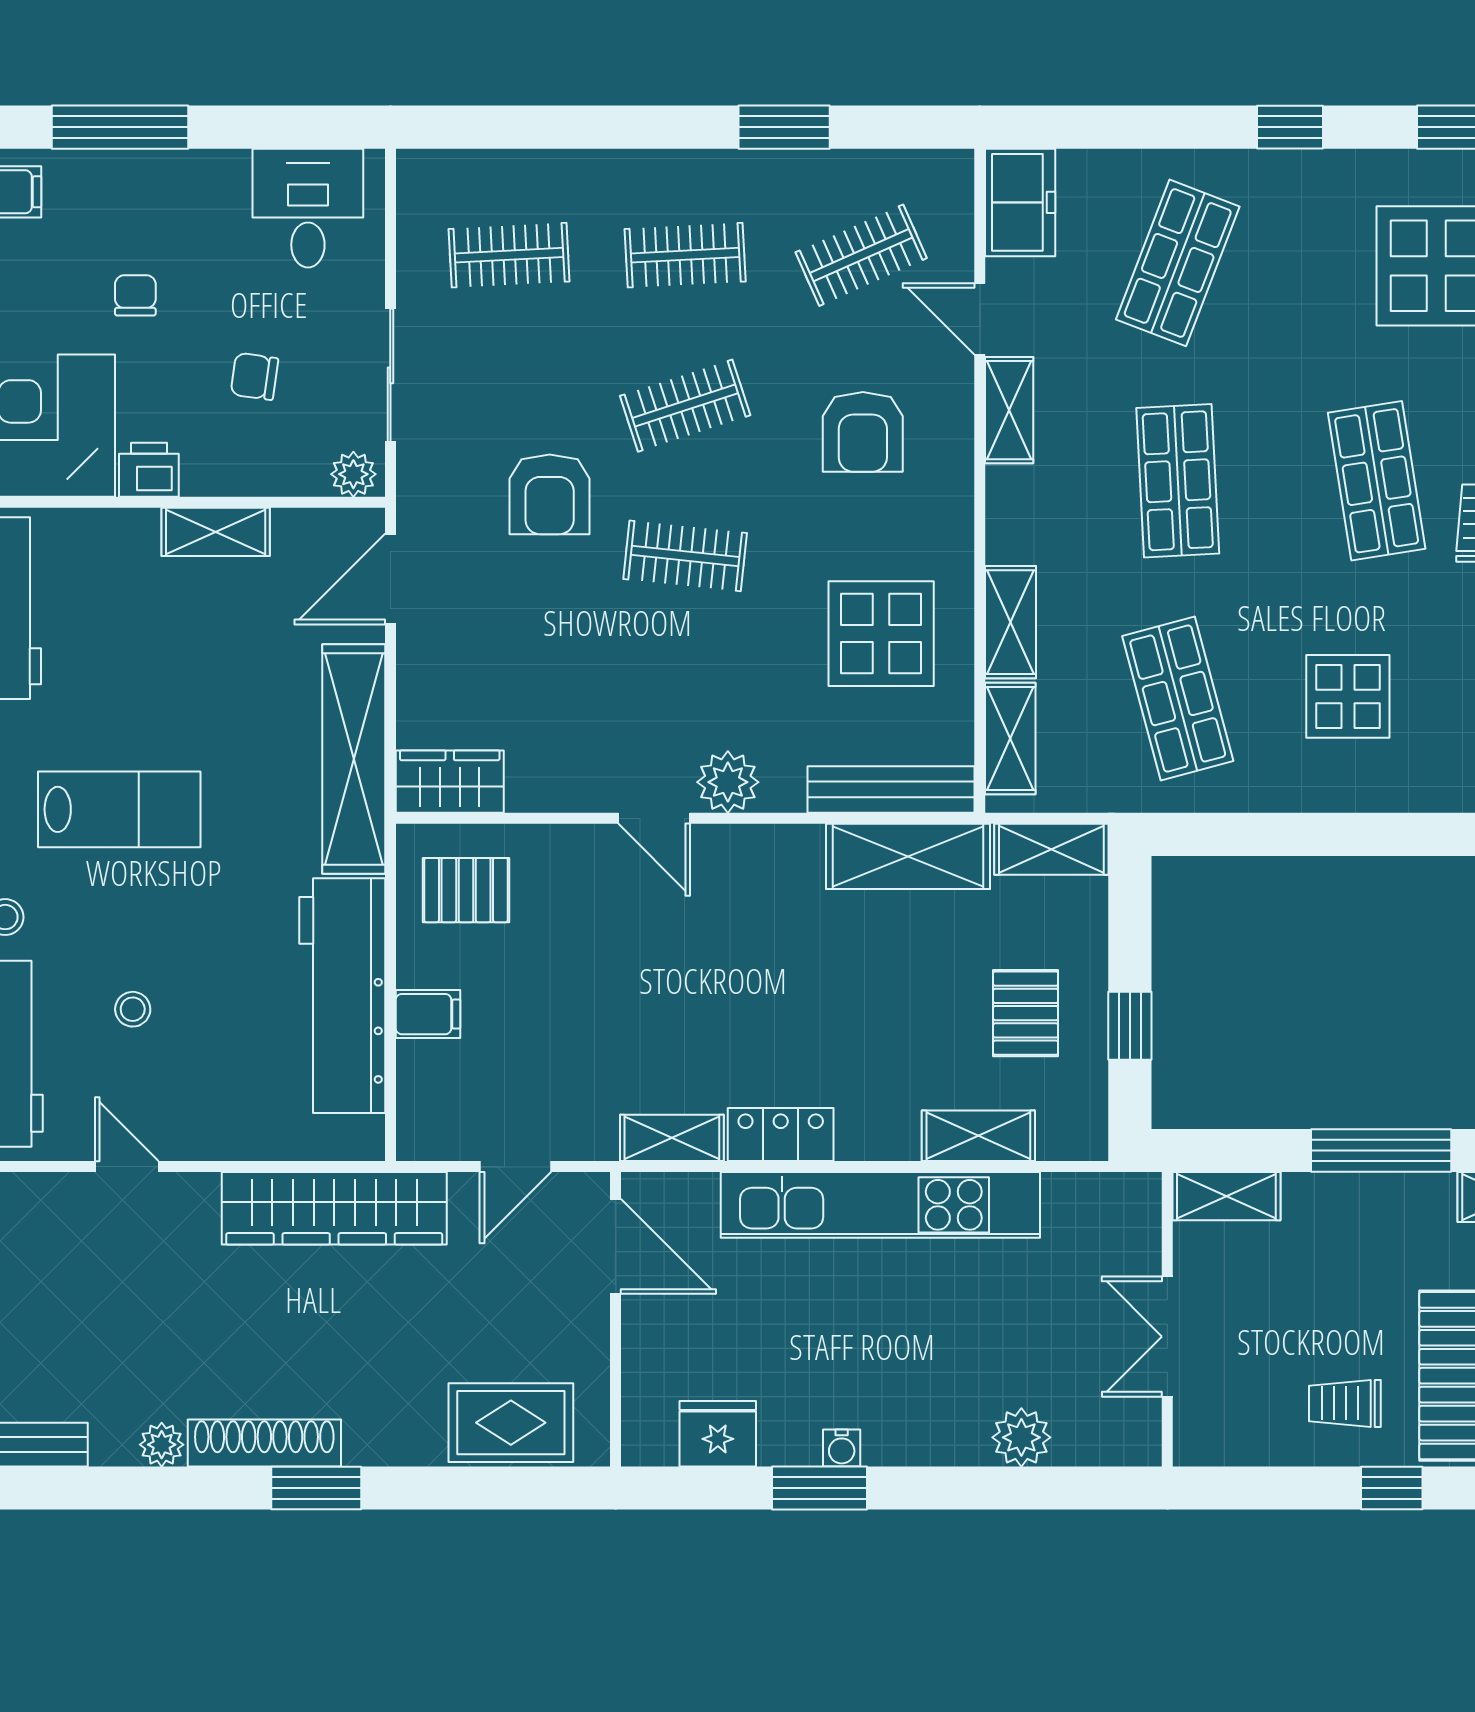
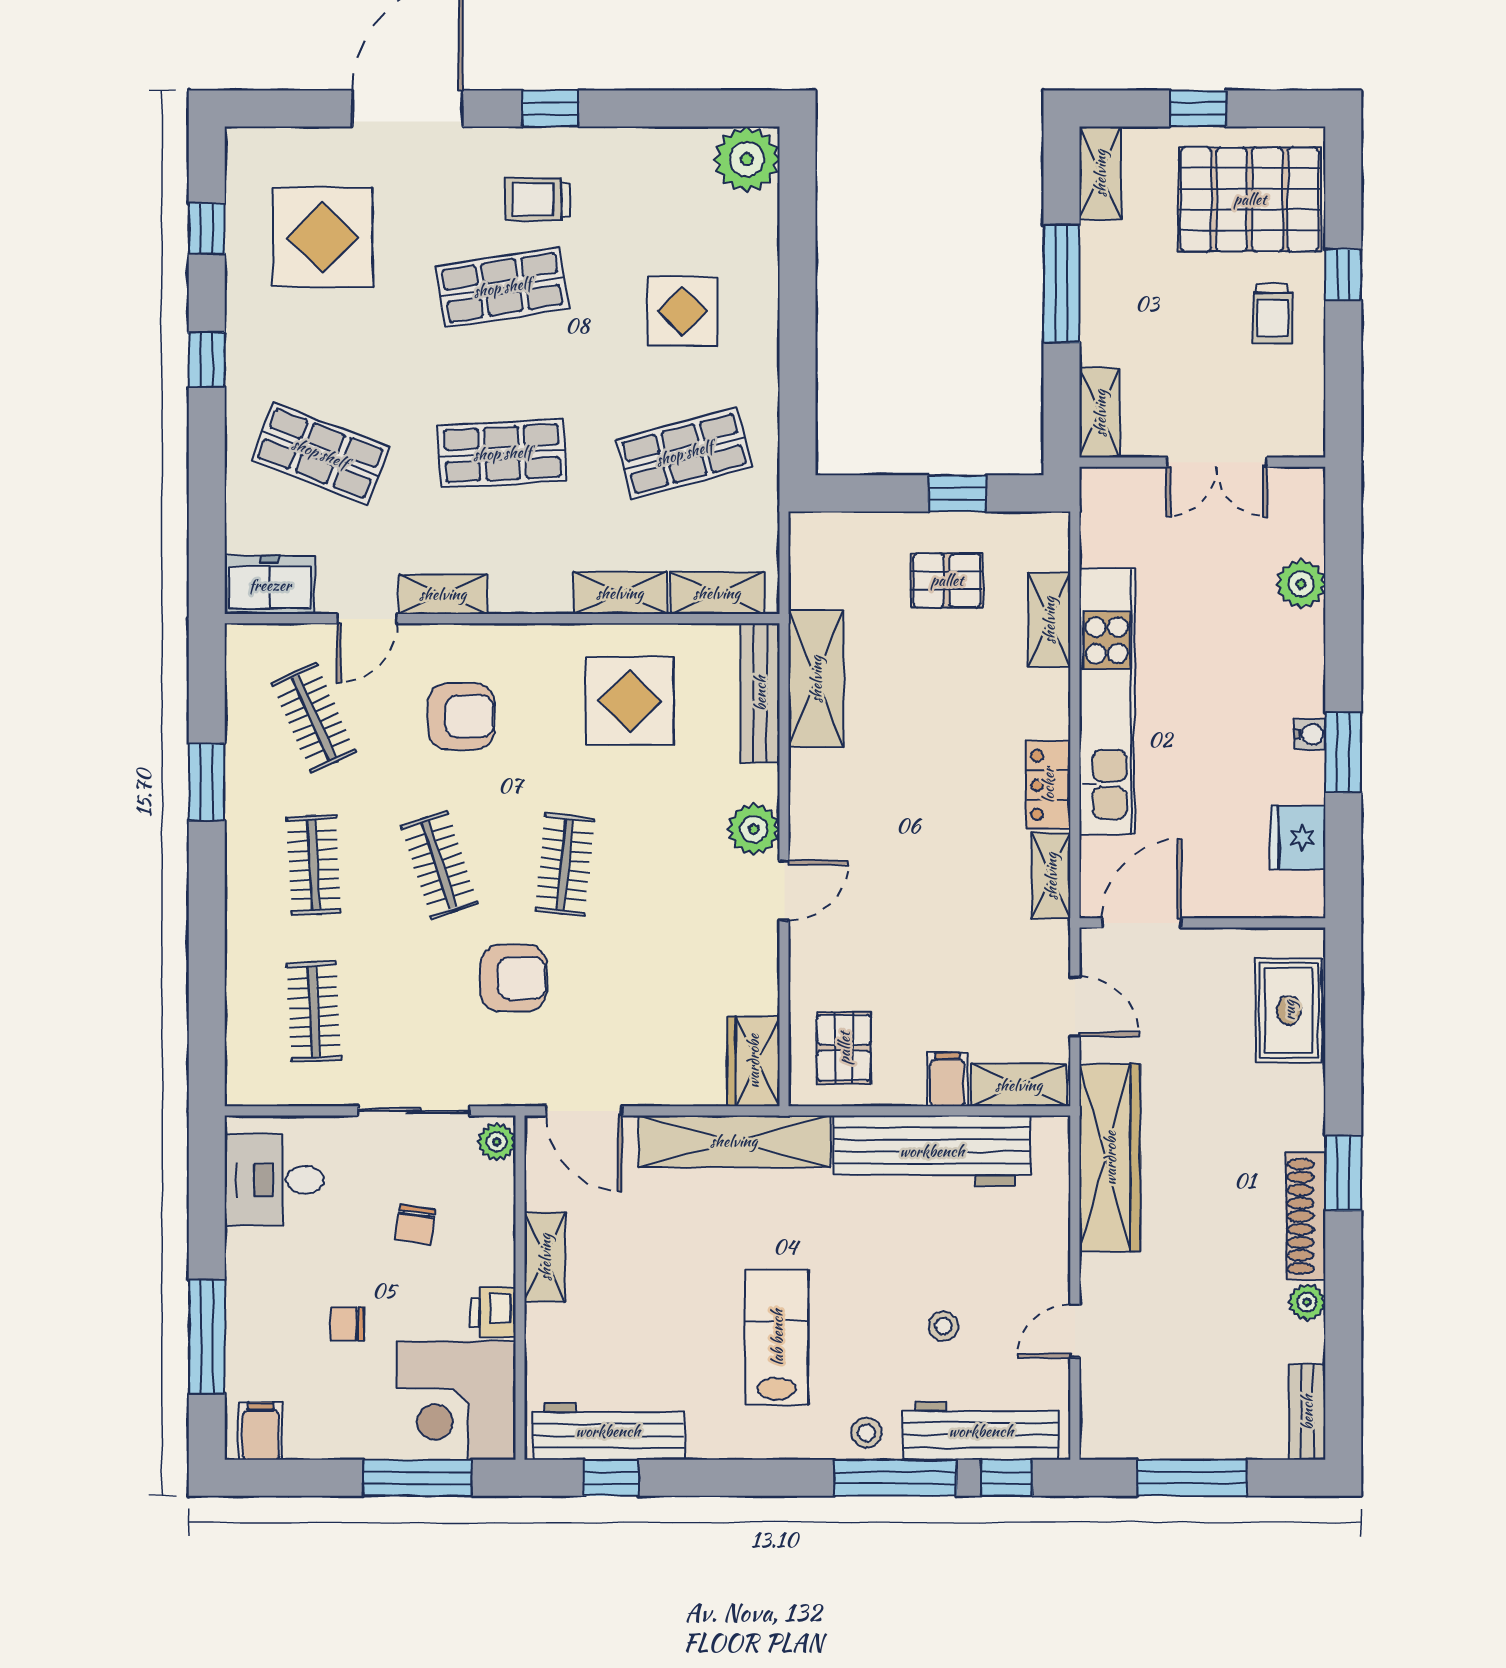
shelving: (1051, 849) -> (1019, 1085), moved, turned 90

